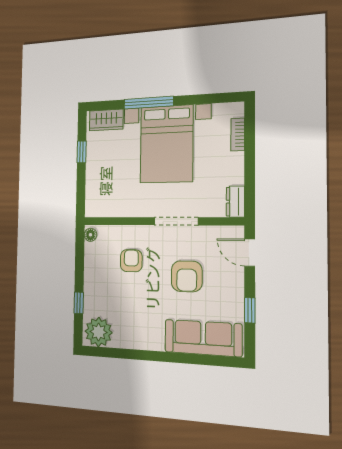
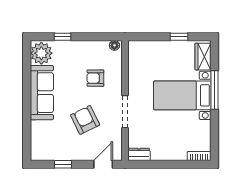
bookcase: (238, 135) -> (199, 156), moved
bed with nightstands: (166, 144) -> (182, 95), width x0.73
armchair: (131, 261) -> (95, 78), turned 180
armchair: (187, 276) -> (85, 120), turned 64
sofa: (203, 338) -> (42, 93), moved

